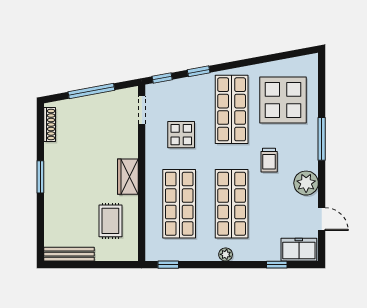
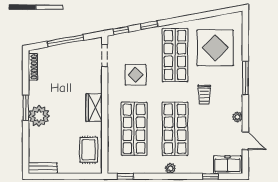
plant: (306, 183) -> (238, 117), width x0.53, depth x0.53
plant: (58, 188) -> (39, 116), added
rug: (110, 221) -> (89, 150), moved
bench: (69, 254) -> (43, 168), width x0.73

